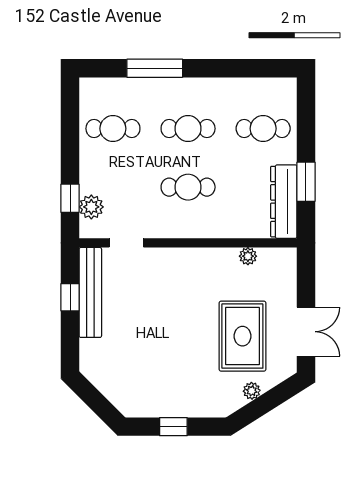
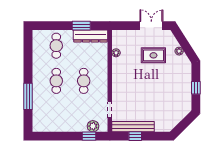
cafe table: (113, 129) -> (56, 116), removed
rug: (242, 336) -> (153, 55), width x0.73, depth x0.70

